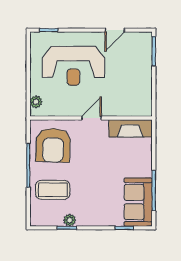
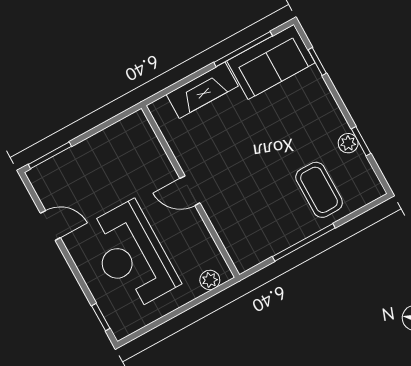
reception desk: (73, 66) -> (131, 256), turned 180
fireplace: (130, 128) -> (202, 90), moved, turned 90
armchair: (53, 145) -> (257, 223), removed

